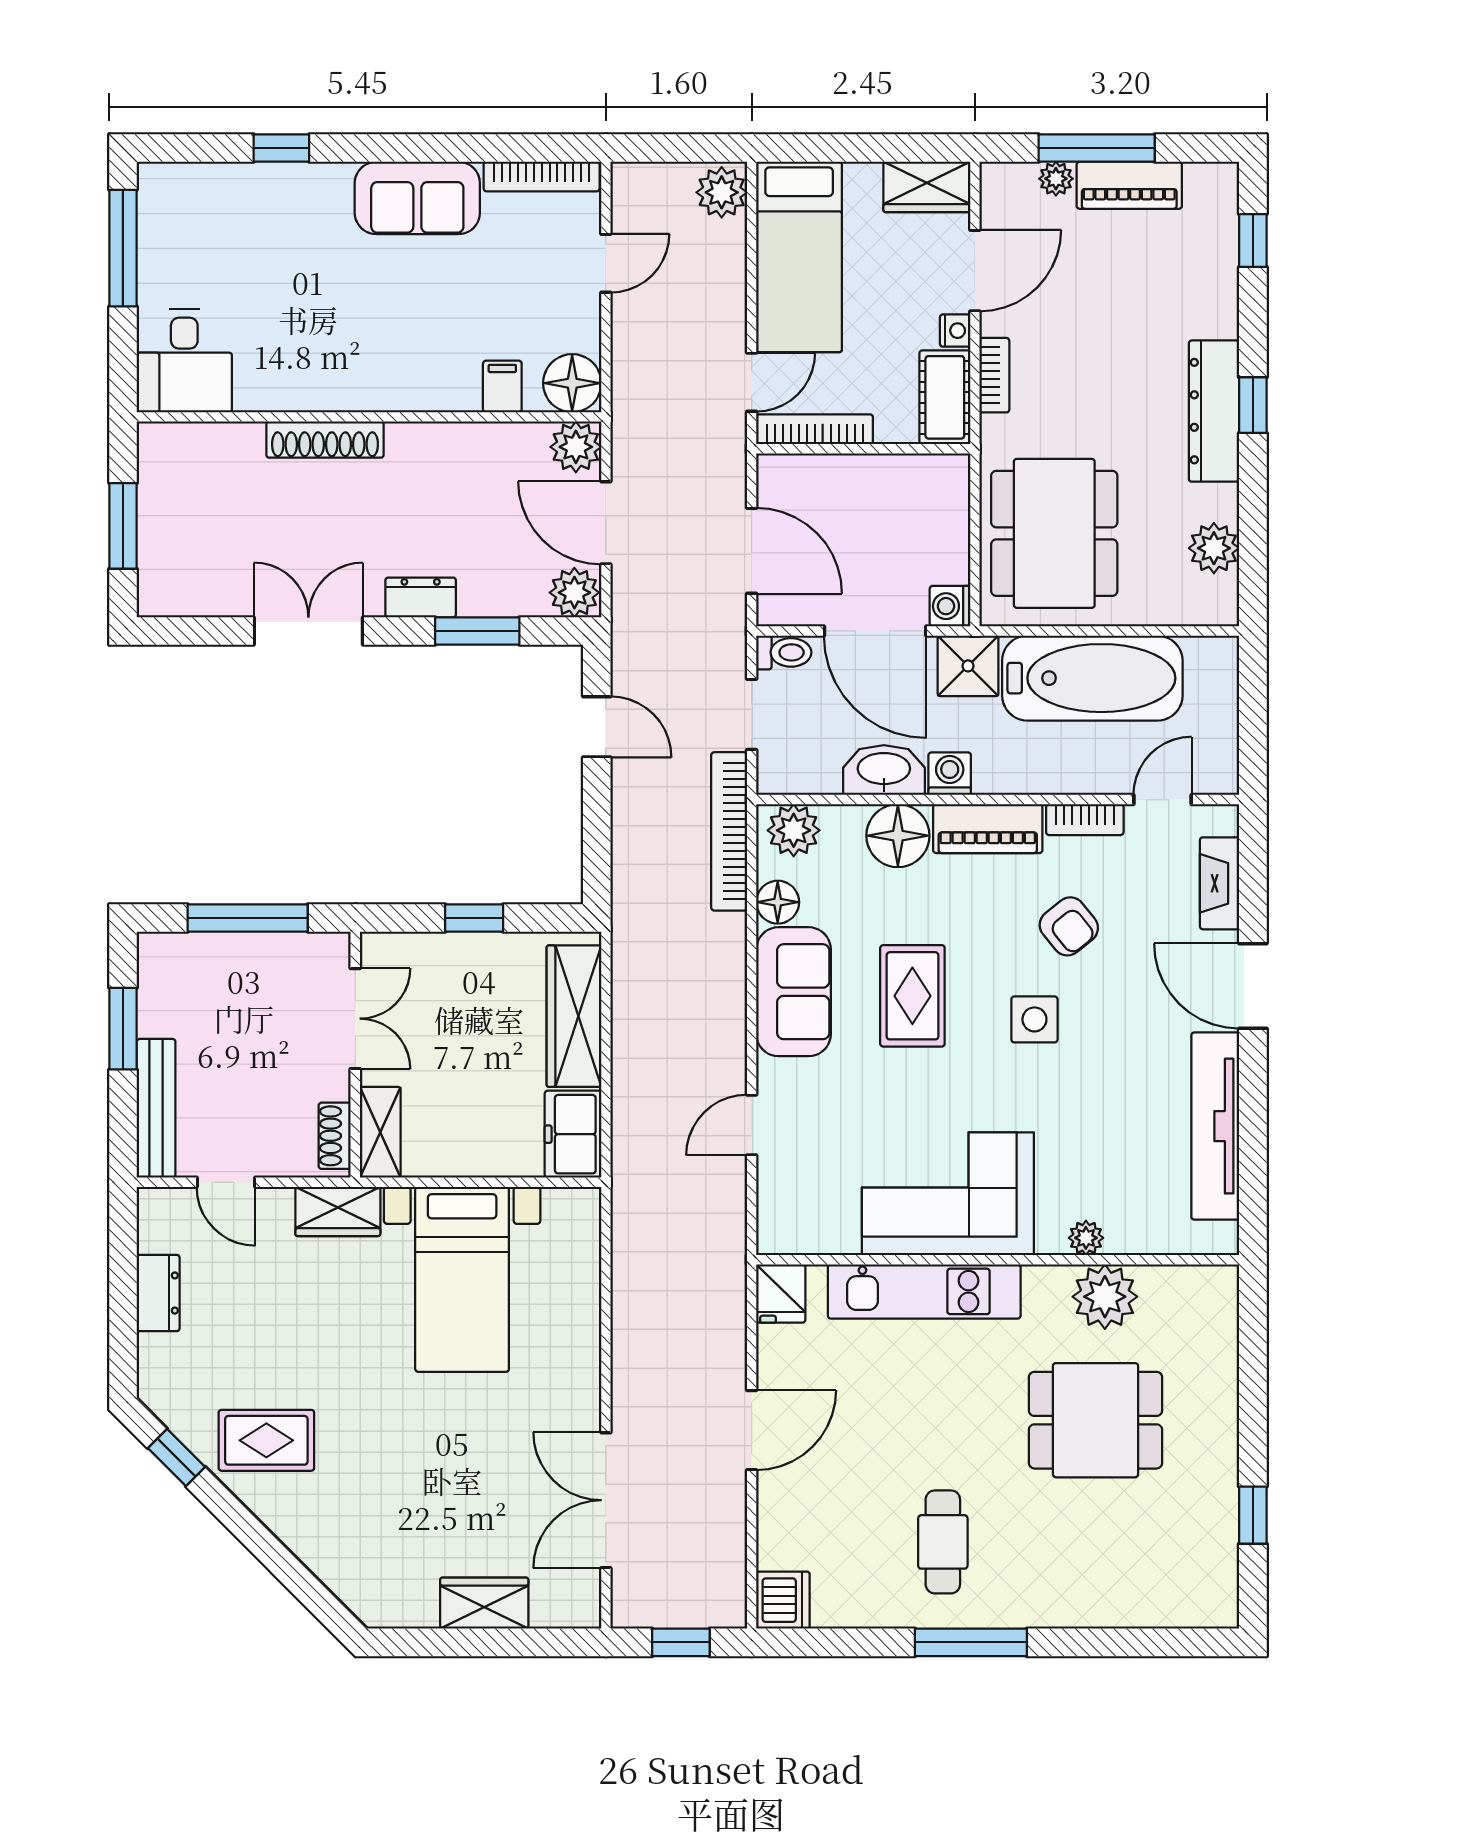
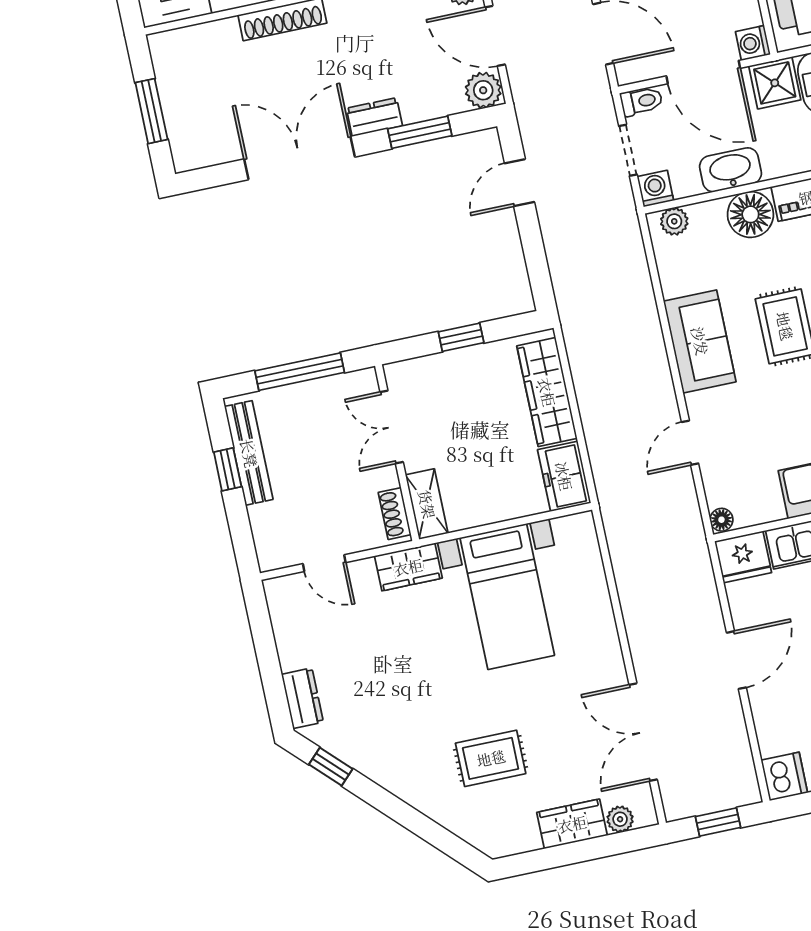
double door: (308, 631) -> (299, 158), width x1.37
door: (597, 727) -> (519, 183), swing flipped
washing machine: (950, 774) -> (655, 189), moved
plant: (794, 830) -> (674, 221), width x0.73, depth x0.73
bookcase: (729, 831) -> (630, 237), removed
floor lamp: (778, 902) -> (721, 520), moved, width x0.73, depth x0.73
double door: (355, 1019) -> (392, 427), swing flipped
window: (123, 1029) -> (228, 469), width x0.67
bench: (156, 1108) -> (249, 453), moved
dresser: (158, 1293) -> (302, 698), moved
fridge: (781, 1294) -> (743, 557), width x1.38
rug: (266, 1440) -> (491, 758), moved
plant: (550, 1611) -> (620, 819), added

